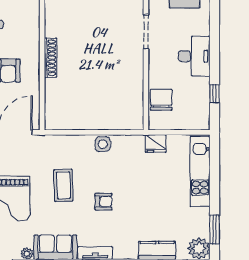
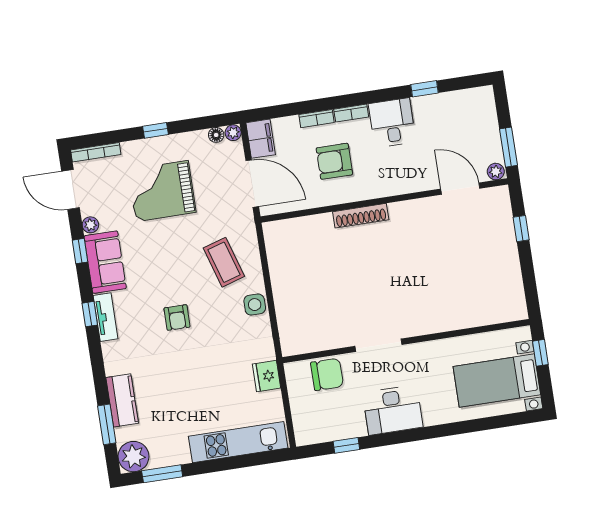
doorway: (146, 32) -> (379, 345), moved
coffee table: (63, 185) -> (224, 262), moved, turned 75

